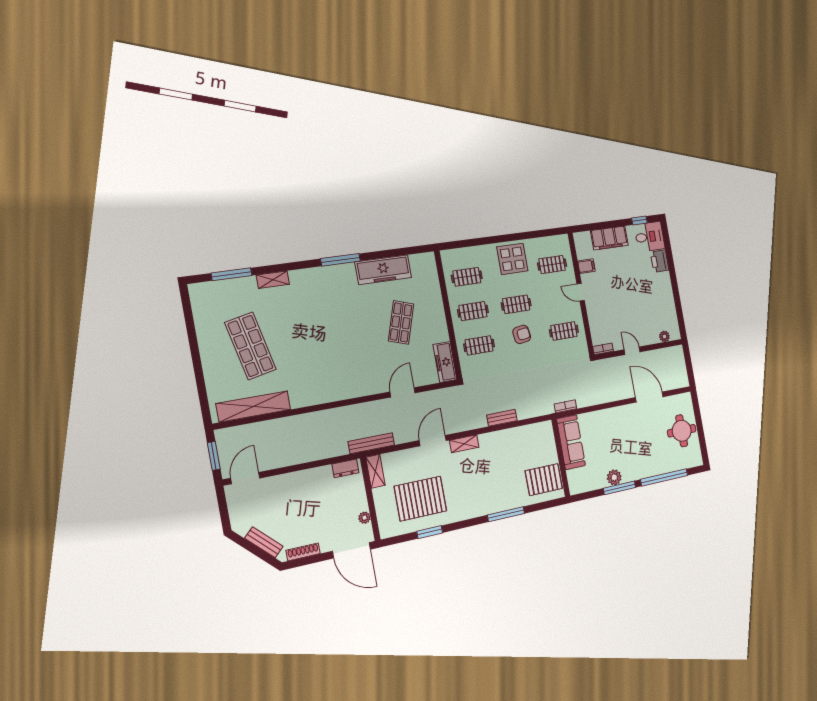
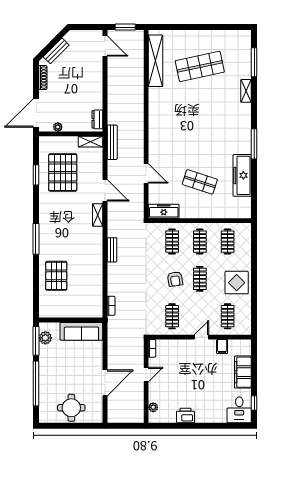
printer: (660, 261) -> (186, 415), moved
sofa: (571, 442) -> (81, 331), moved
wall: (561, 458) -> (71, 320), moved

